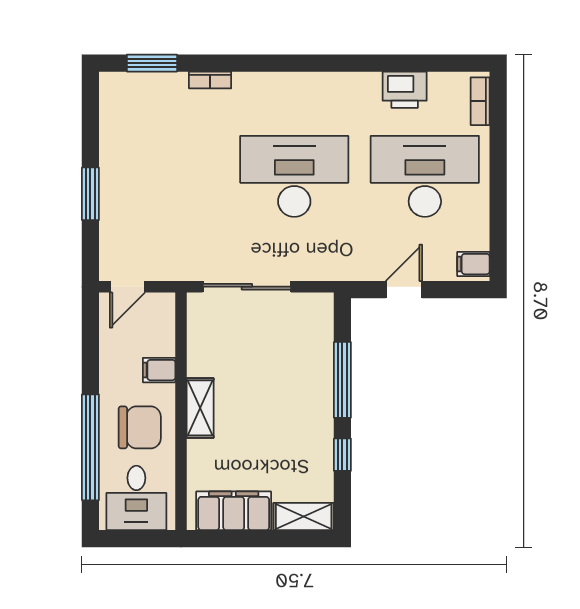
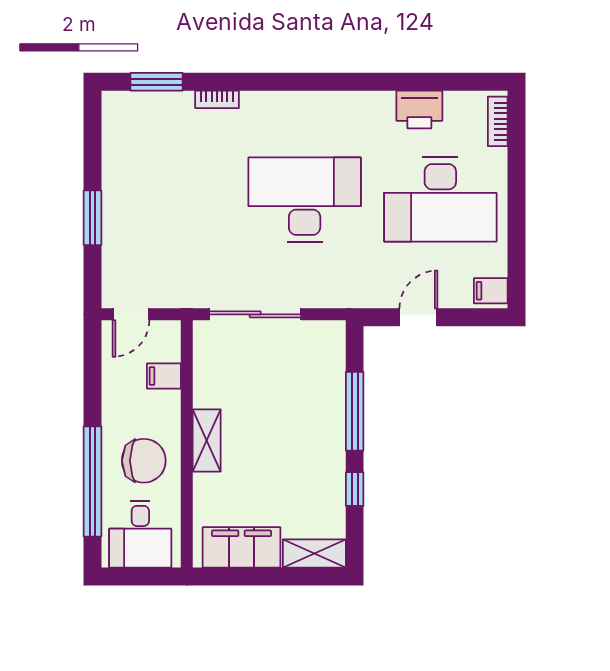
desk: (425, 176) -> (440, 199), turned 180
filing cabinet: (159, 370) -> (164, 376), moved

